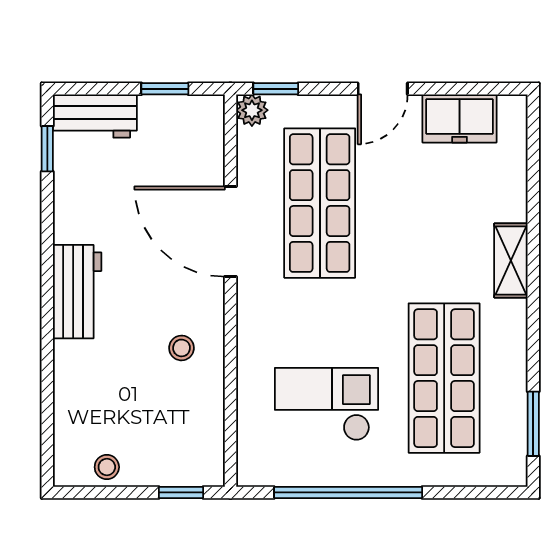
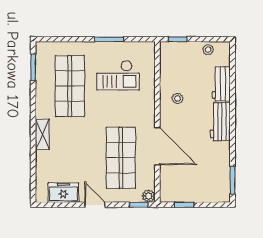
door: (383, 89) -> (95, 205), hinge flipped
workbench: (95, 116) -> (221, 84), moved, turned -90
window: (47, 149) -> (232, 180), width x1.50
window: (348, 492) -> (109, 39), width x0.47

